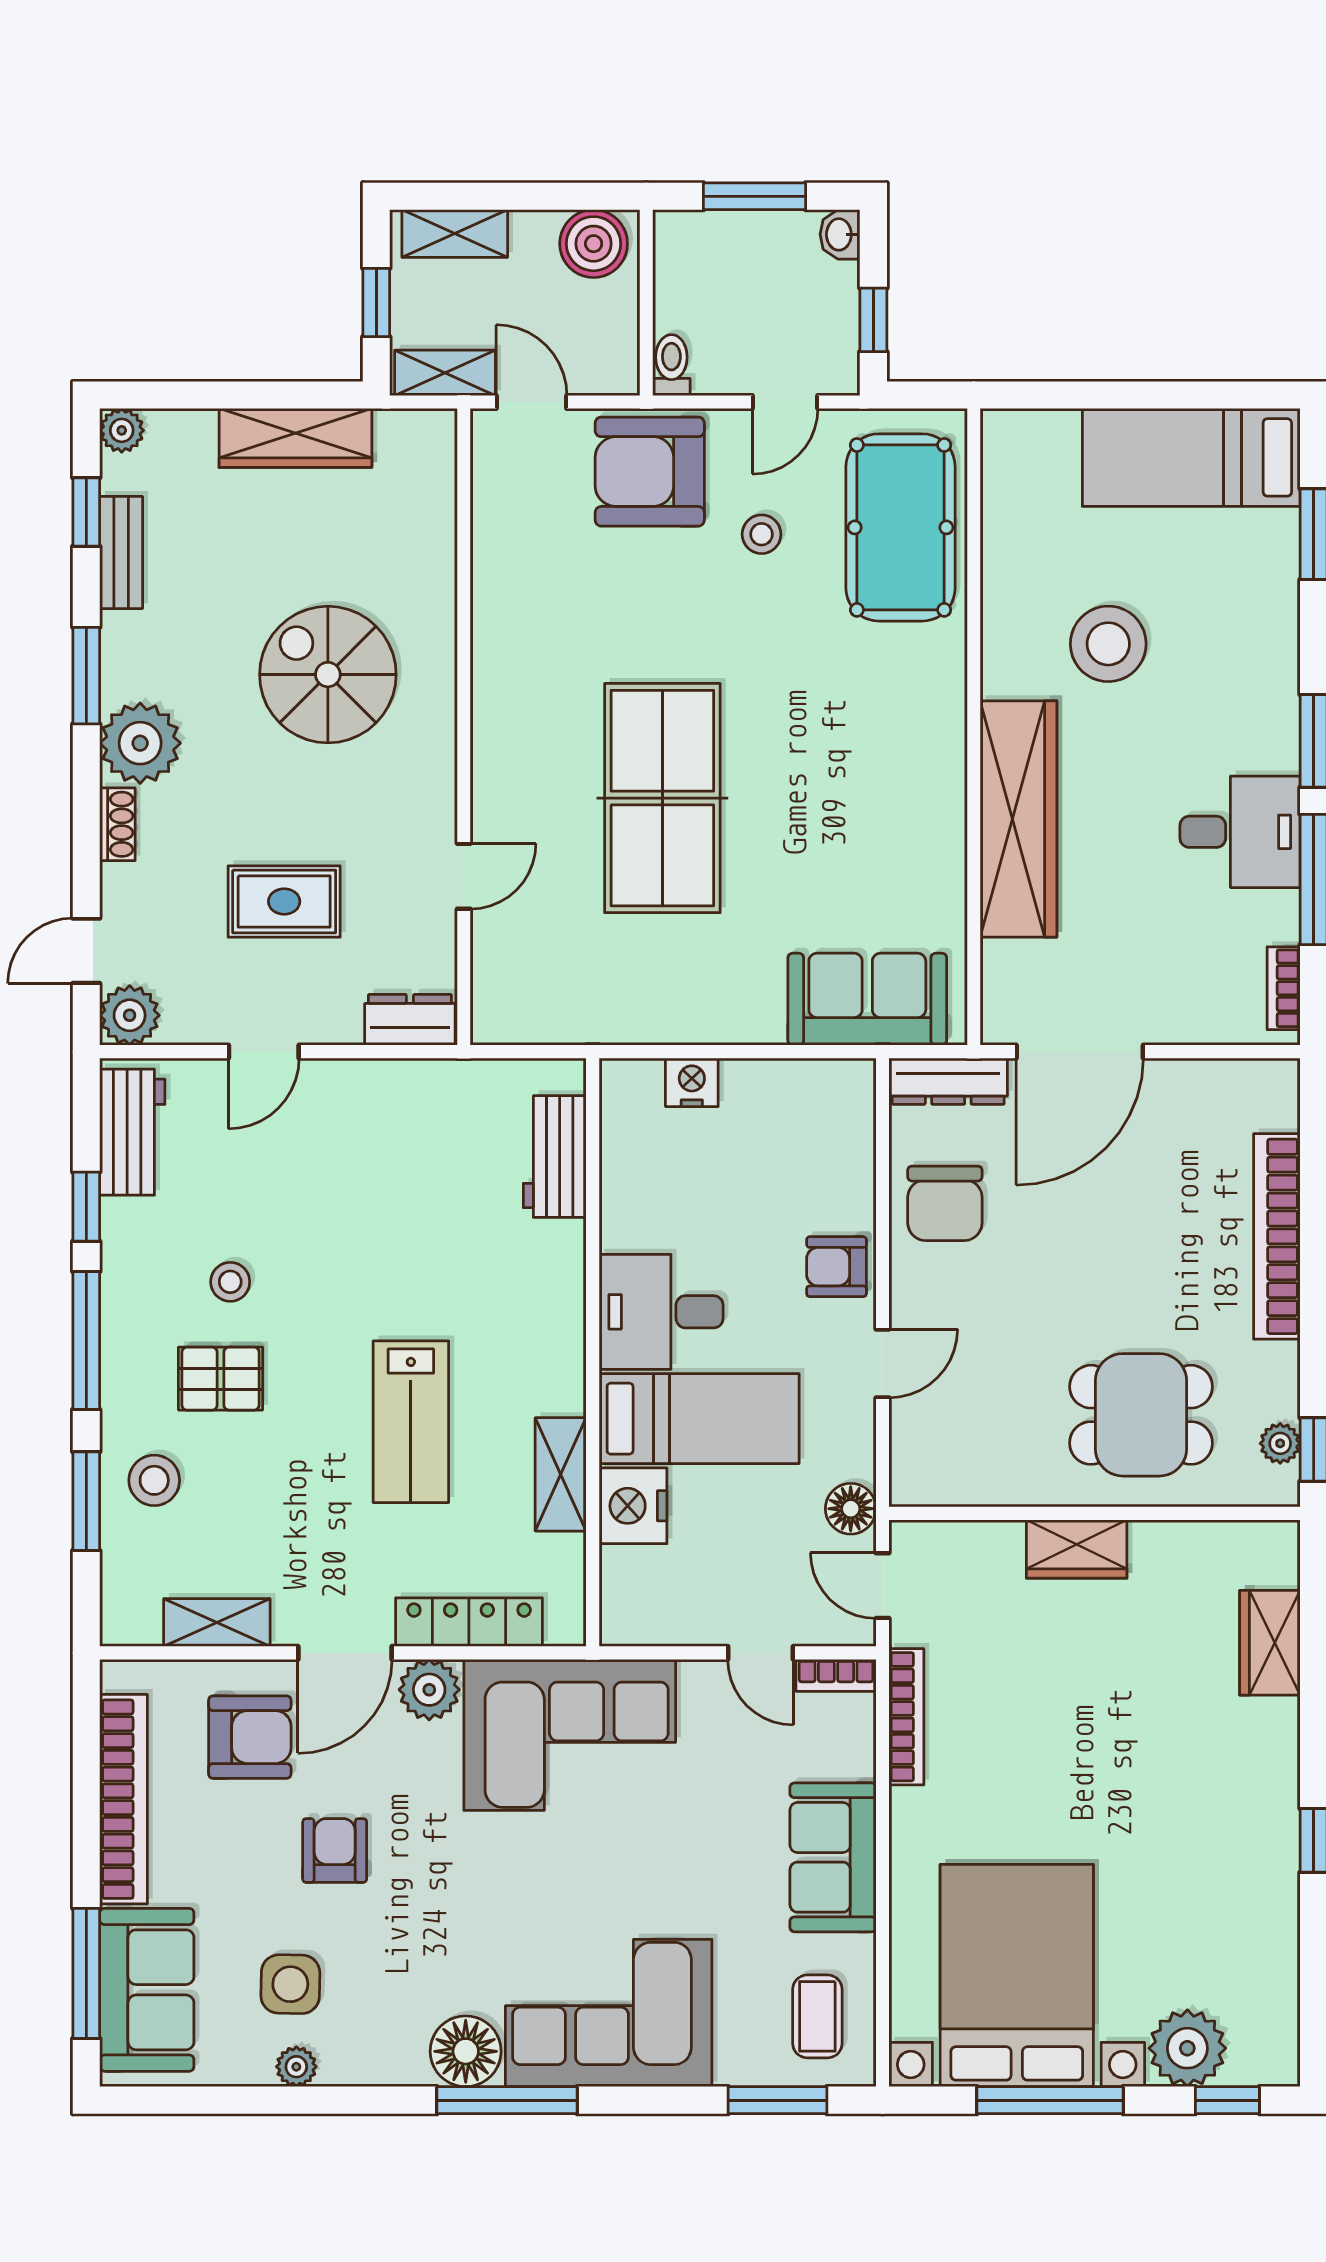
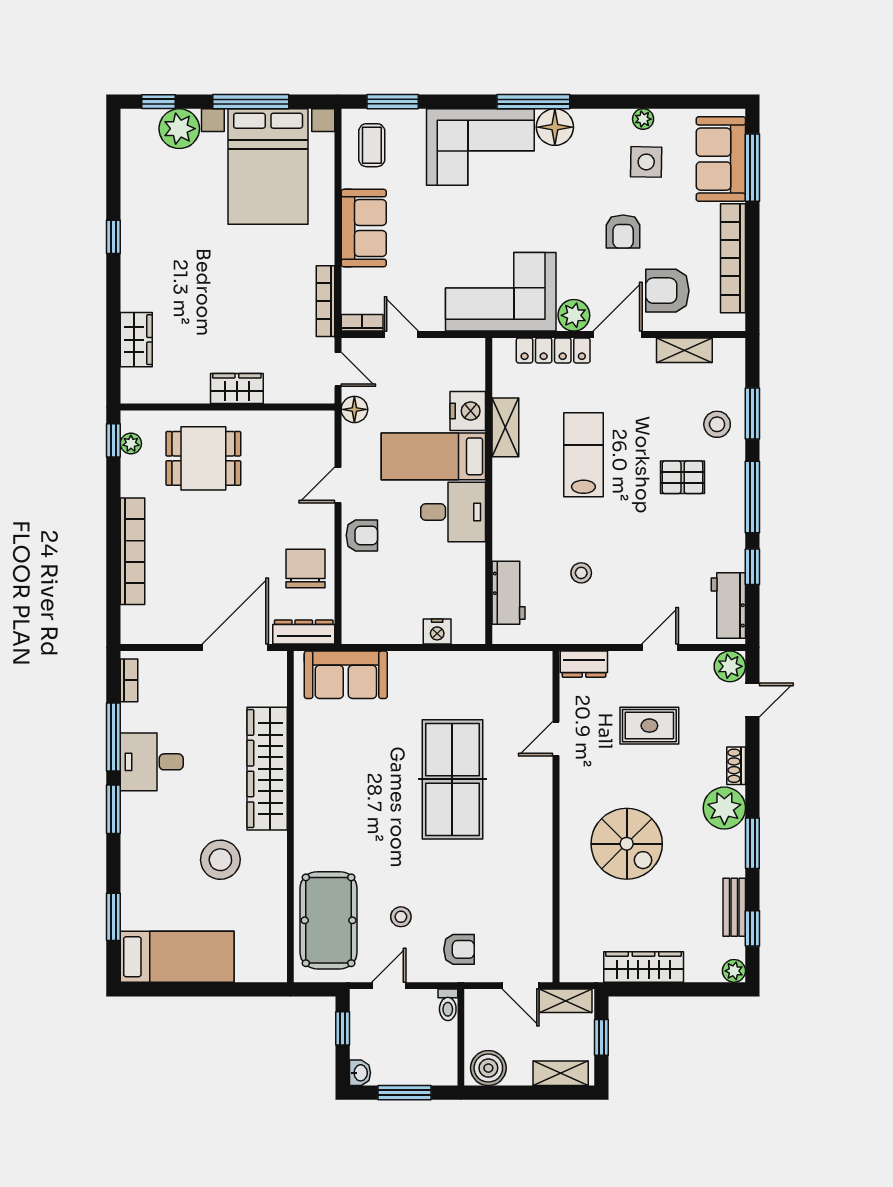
armchair: (650, 472) -> (459, 949), width x0.53, depth x0.53
stool: (230, 1282) -> (581, 573), moved

